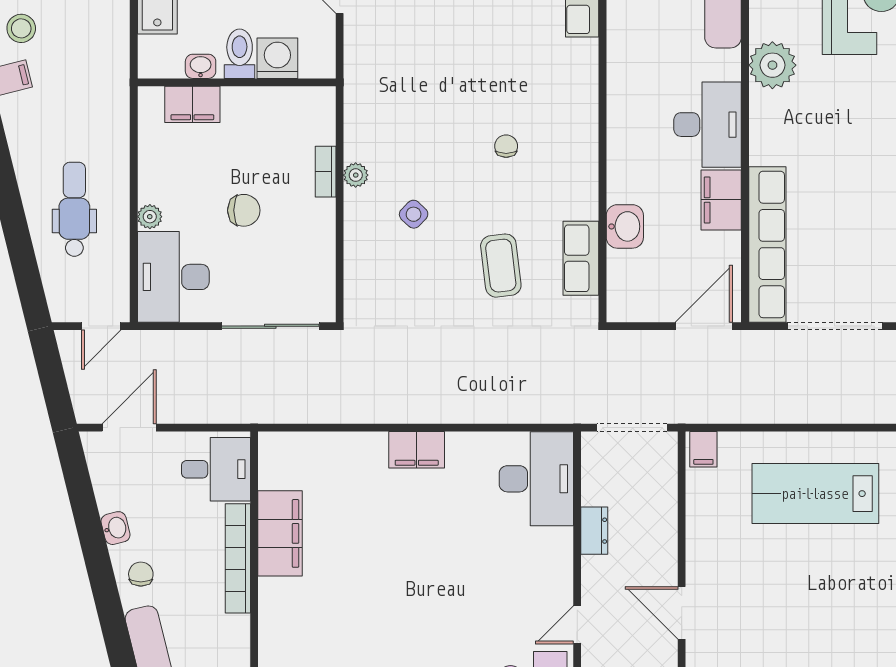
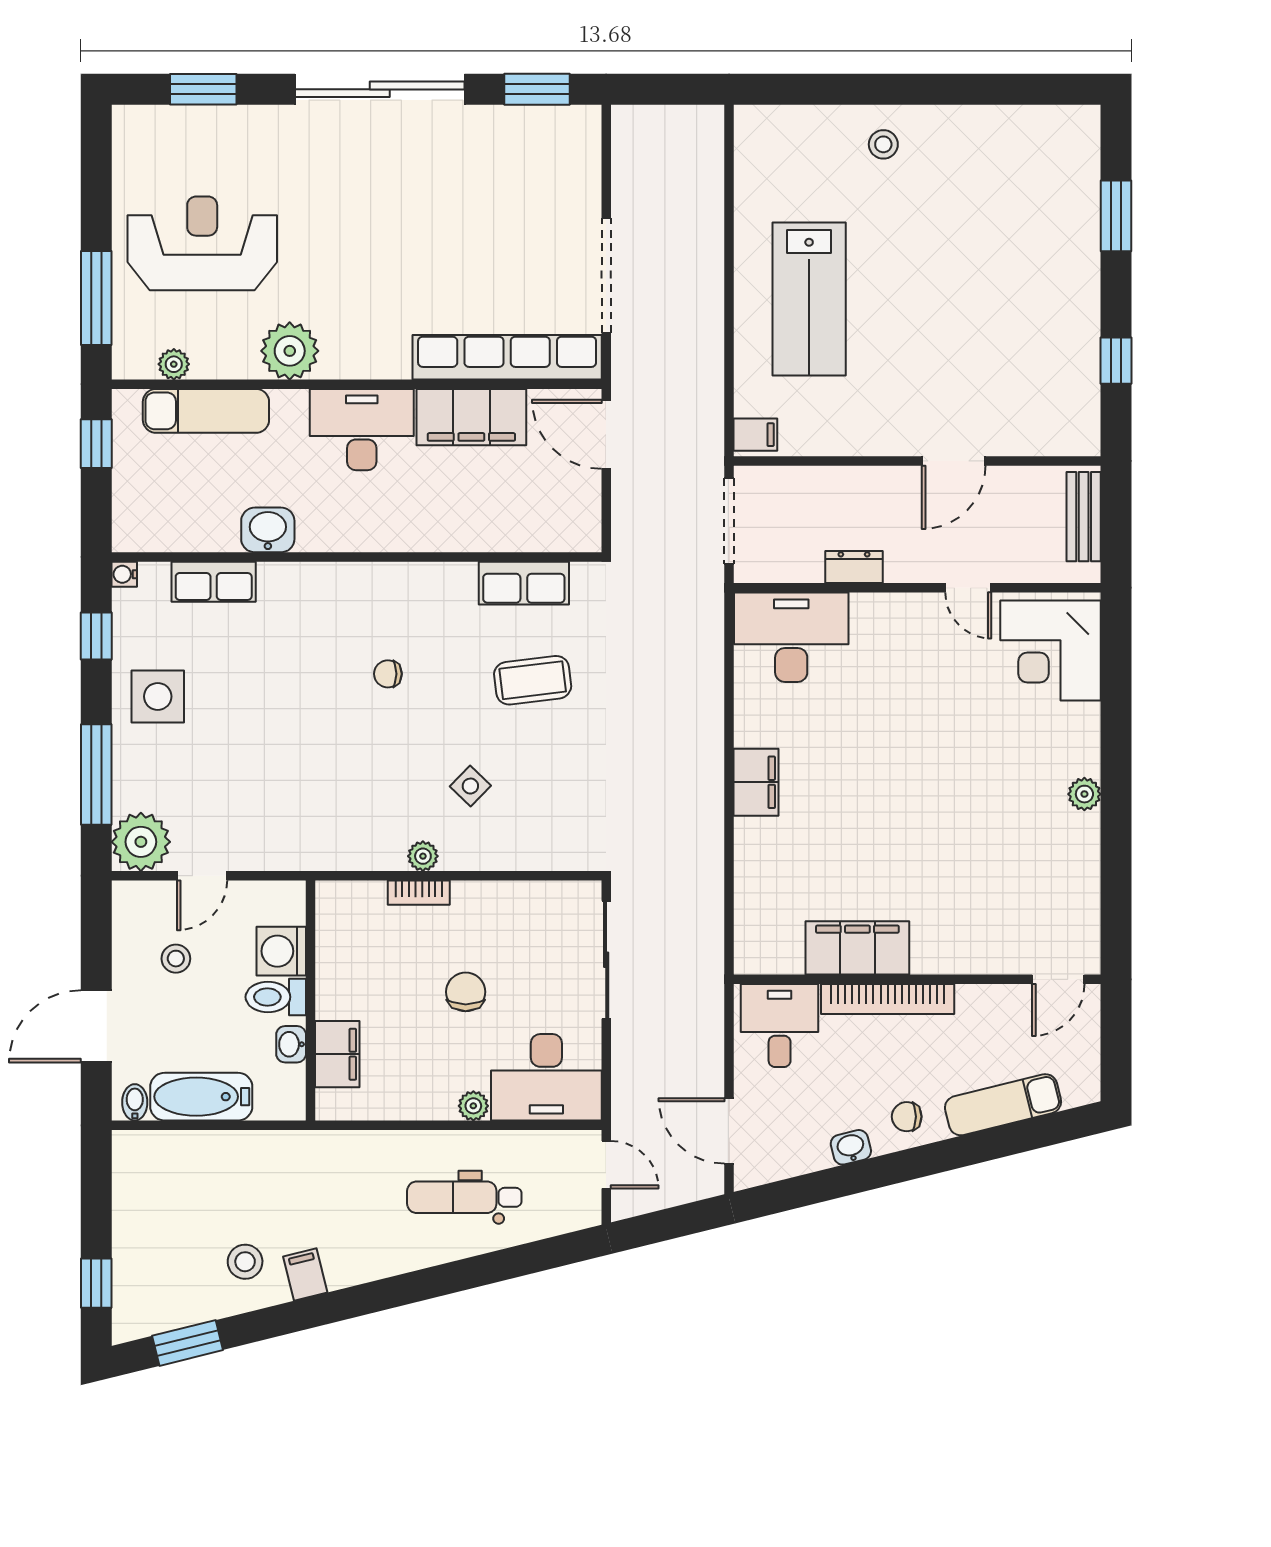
filing cabinet: (721, 200) -> (471, 417), width x1.50, depth x1.17
washbasin: (625, 226) -> (268, 530), moved

